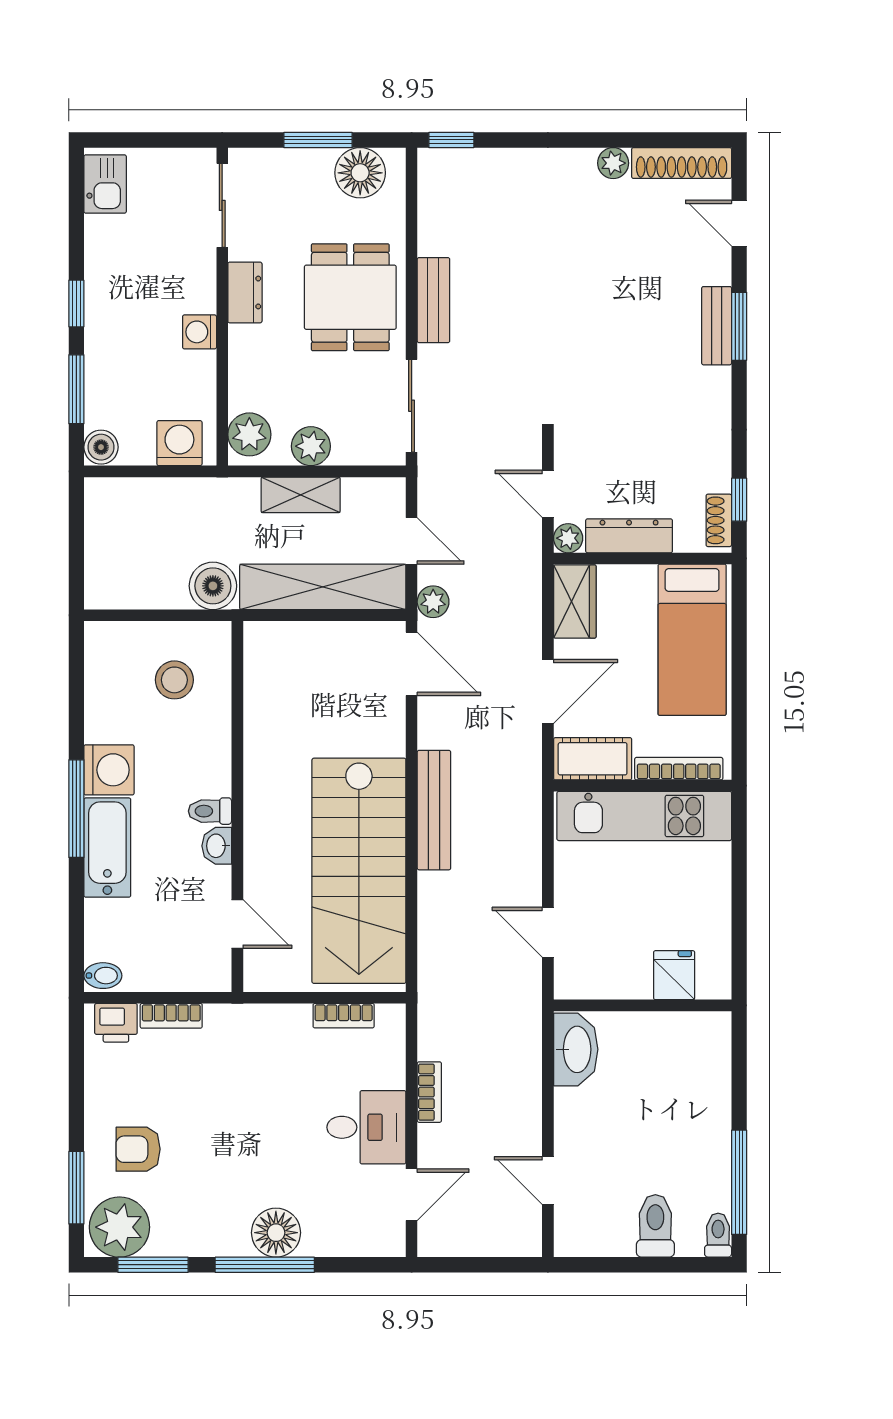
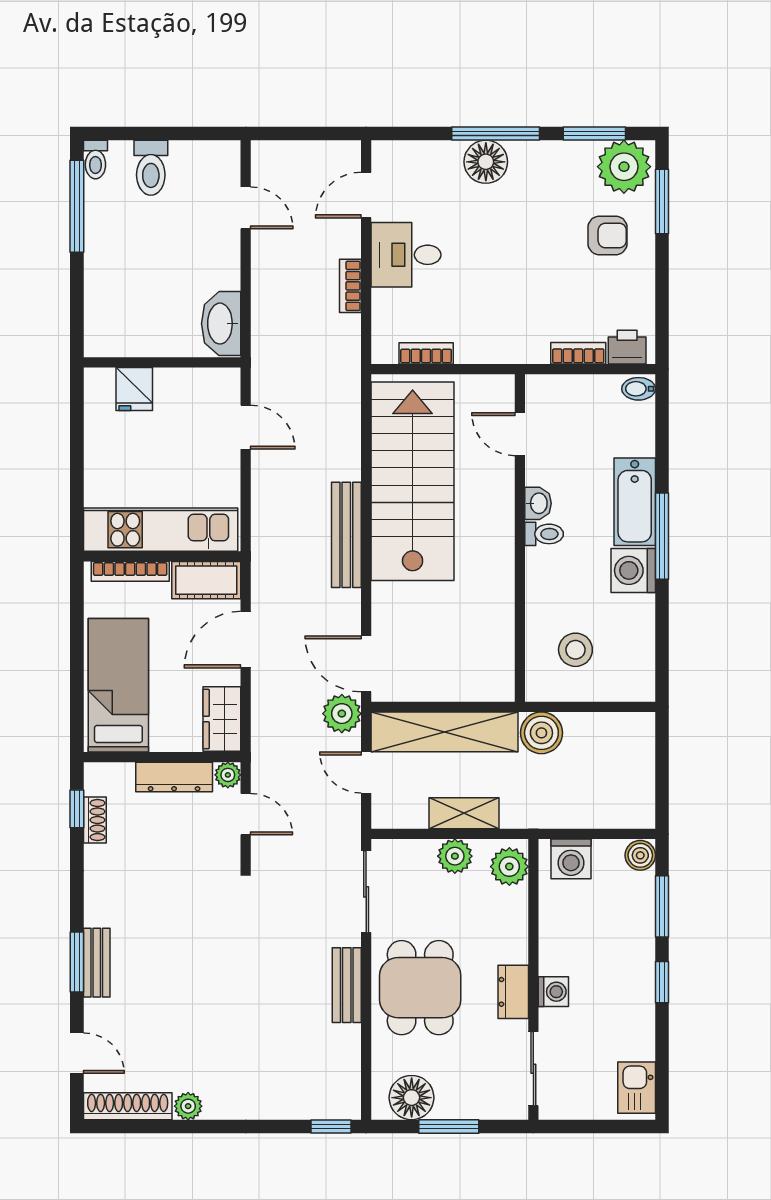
washing machine: (200, 332) -> (553, 992), moved
shoe rack: (719, 520) -> (95, 820), moved
plant: (433, 602) -> (342, 714), width x1.38, depth x1.38

